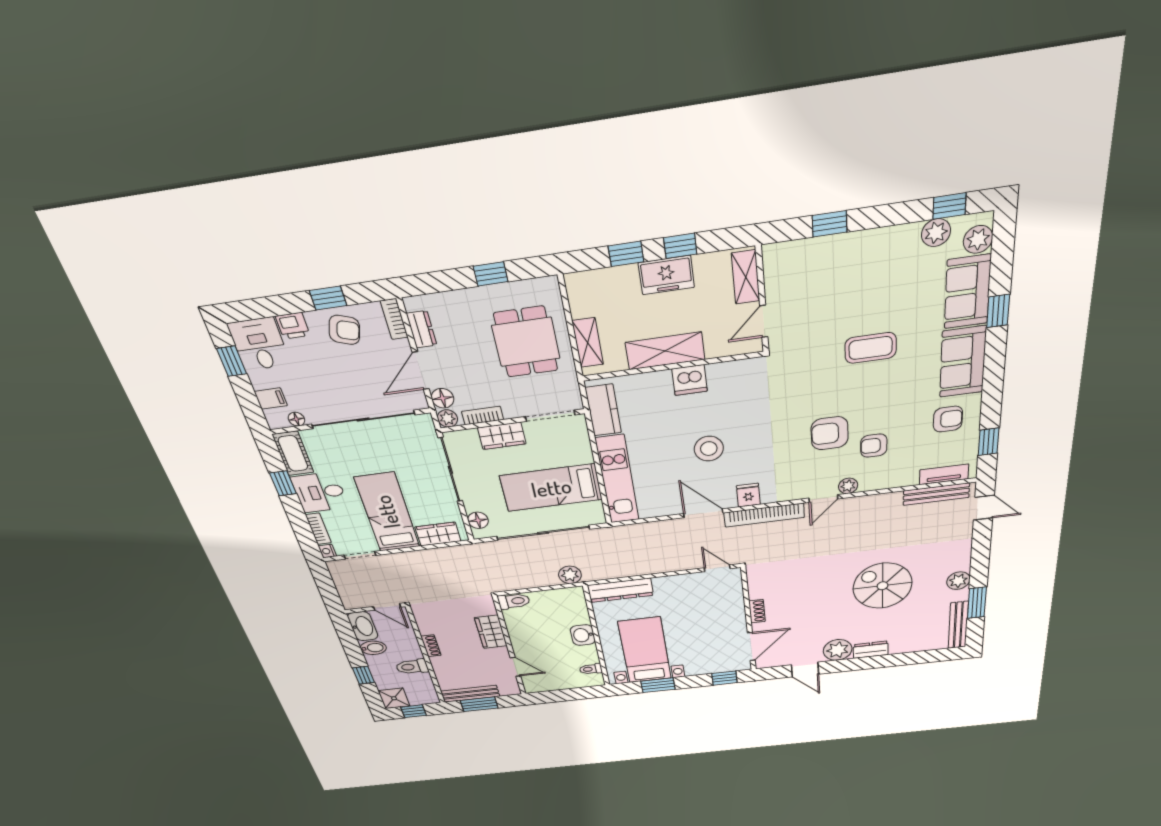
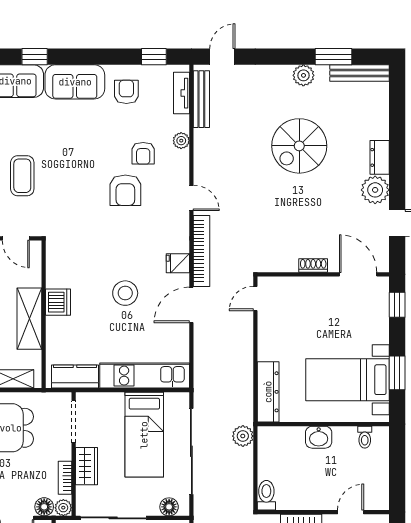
coffee table: (871, 348) -> (22, 176), moved
plant: (848, 486) -> (181, 141), moved

